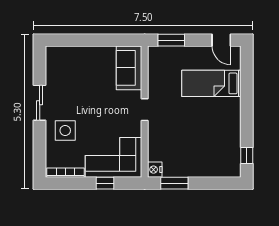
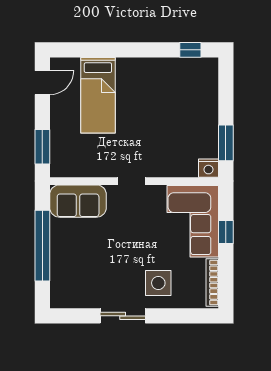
window: (94, 40) -> (42, 246), added

